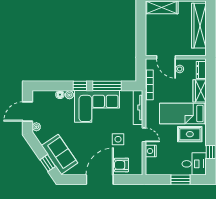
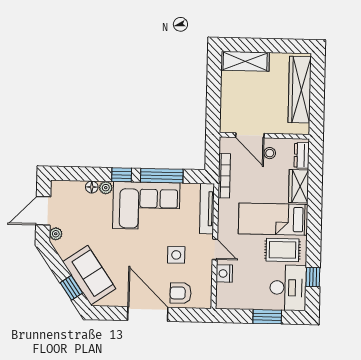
desk: (194, 164) -> (288, 288), width x1.37
door: (100, 180) -> (148, 314), hinge flipped

